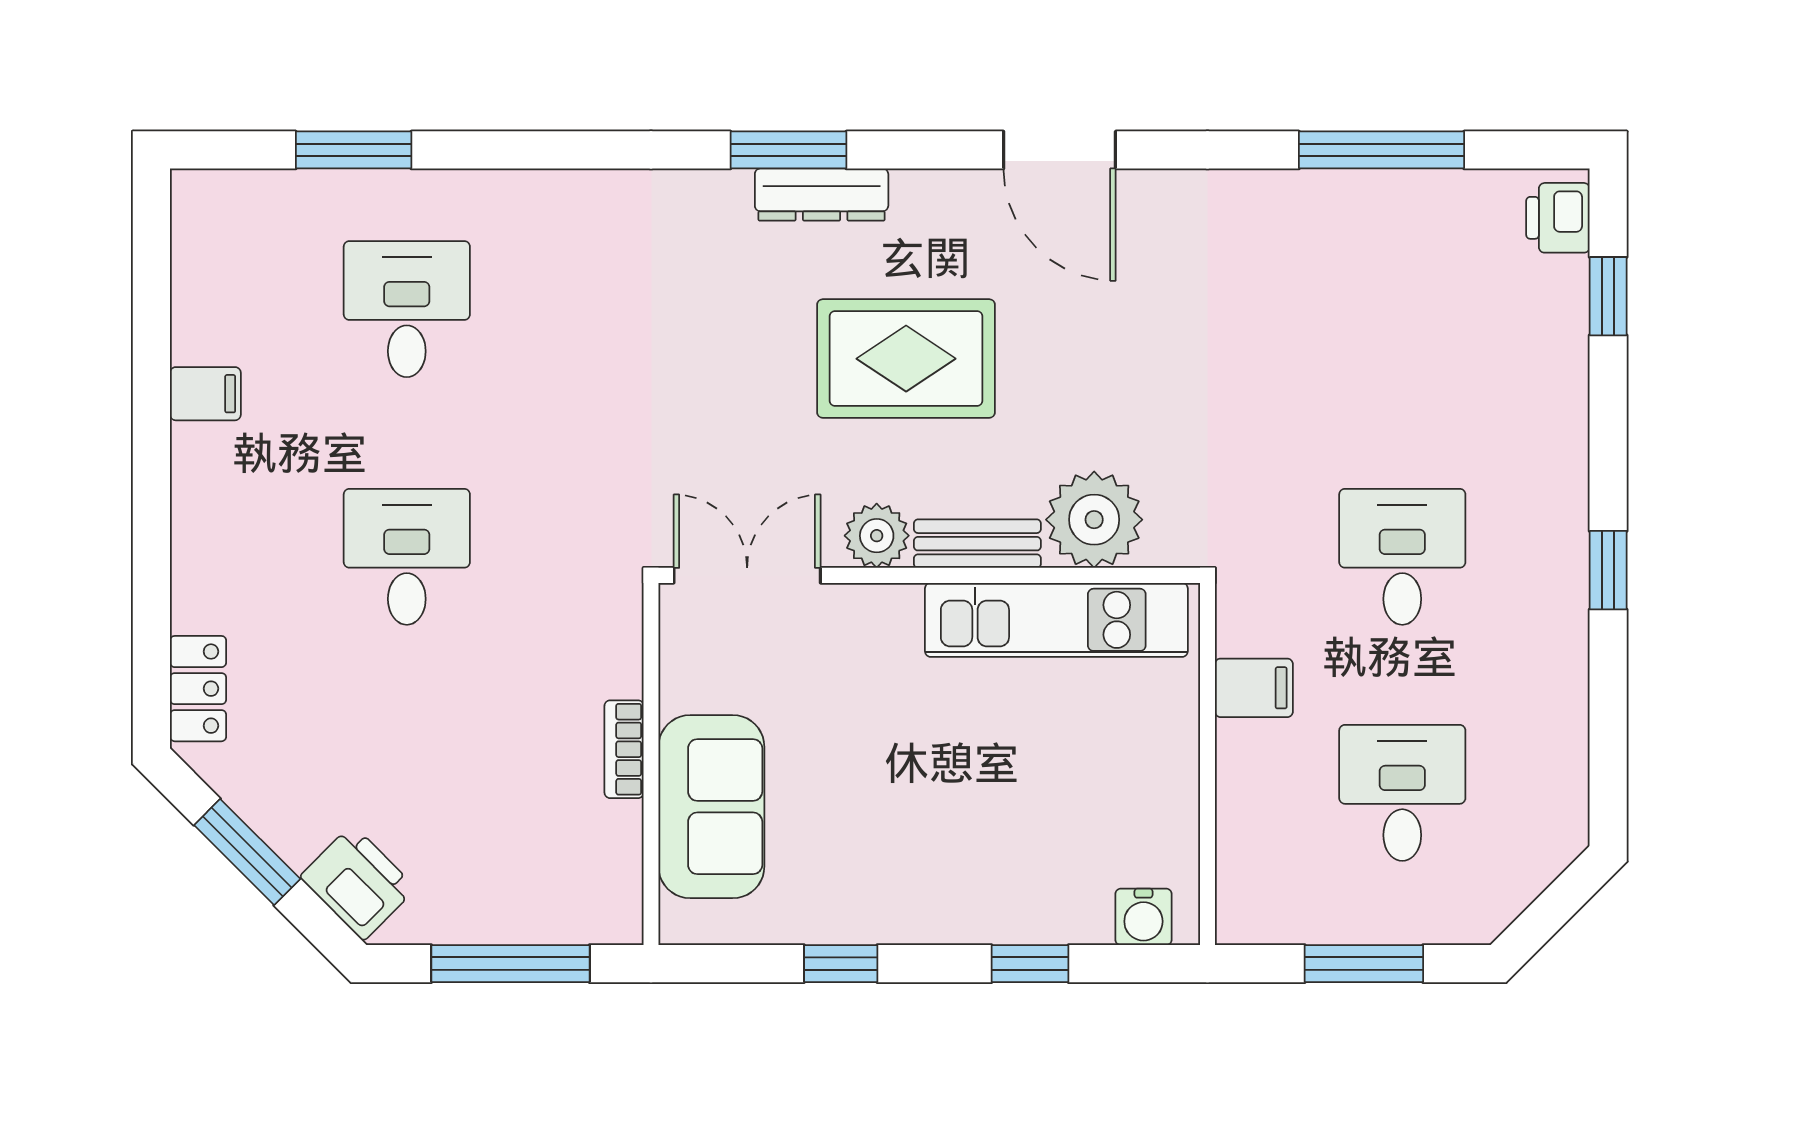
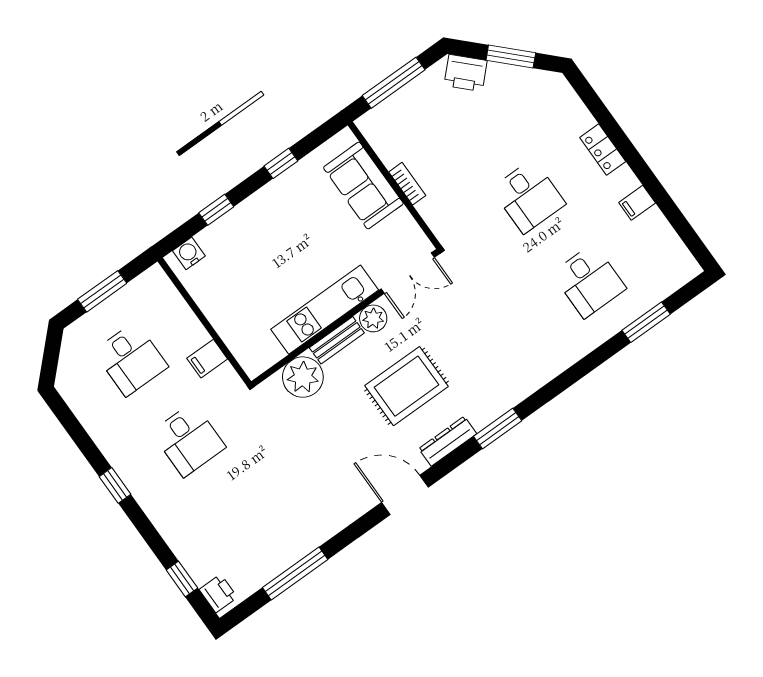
dresser: (822, 195) -> (448, 441), moved
kitchen unit: (1056, 620) -> (325, 310), moved
locker: (198, 689) -> (603, 149), moved

